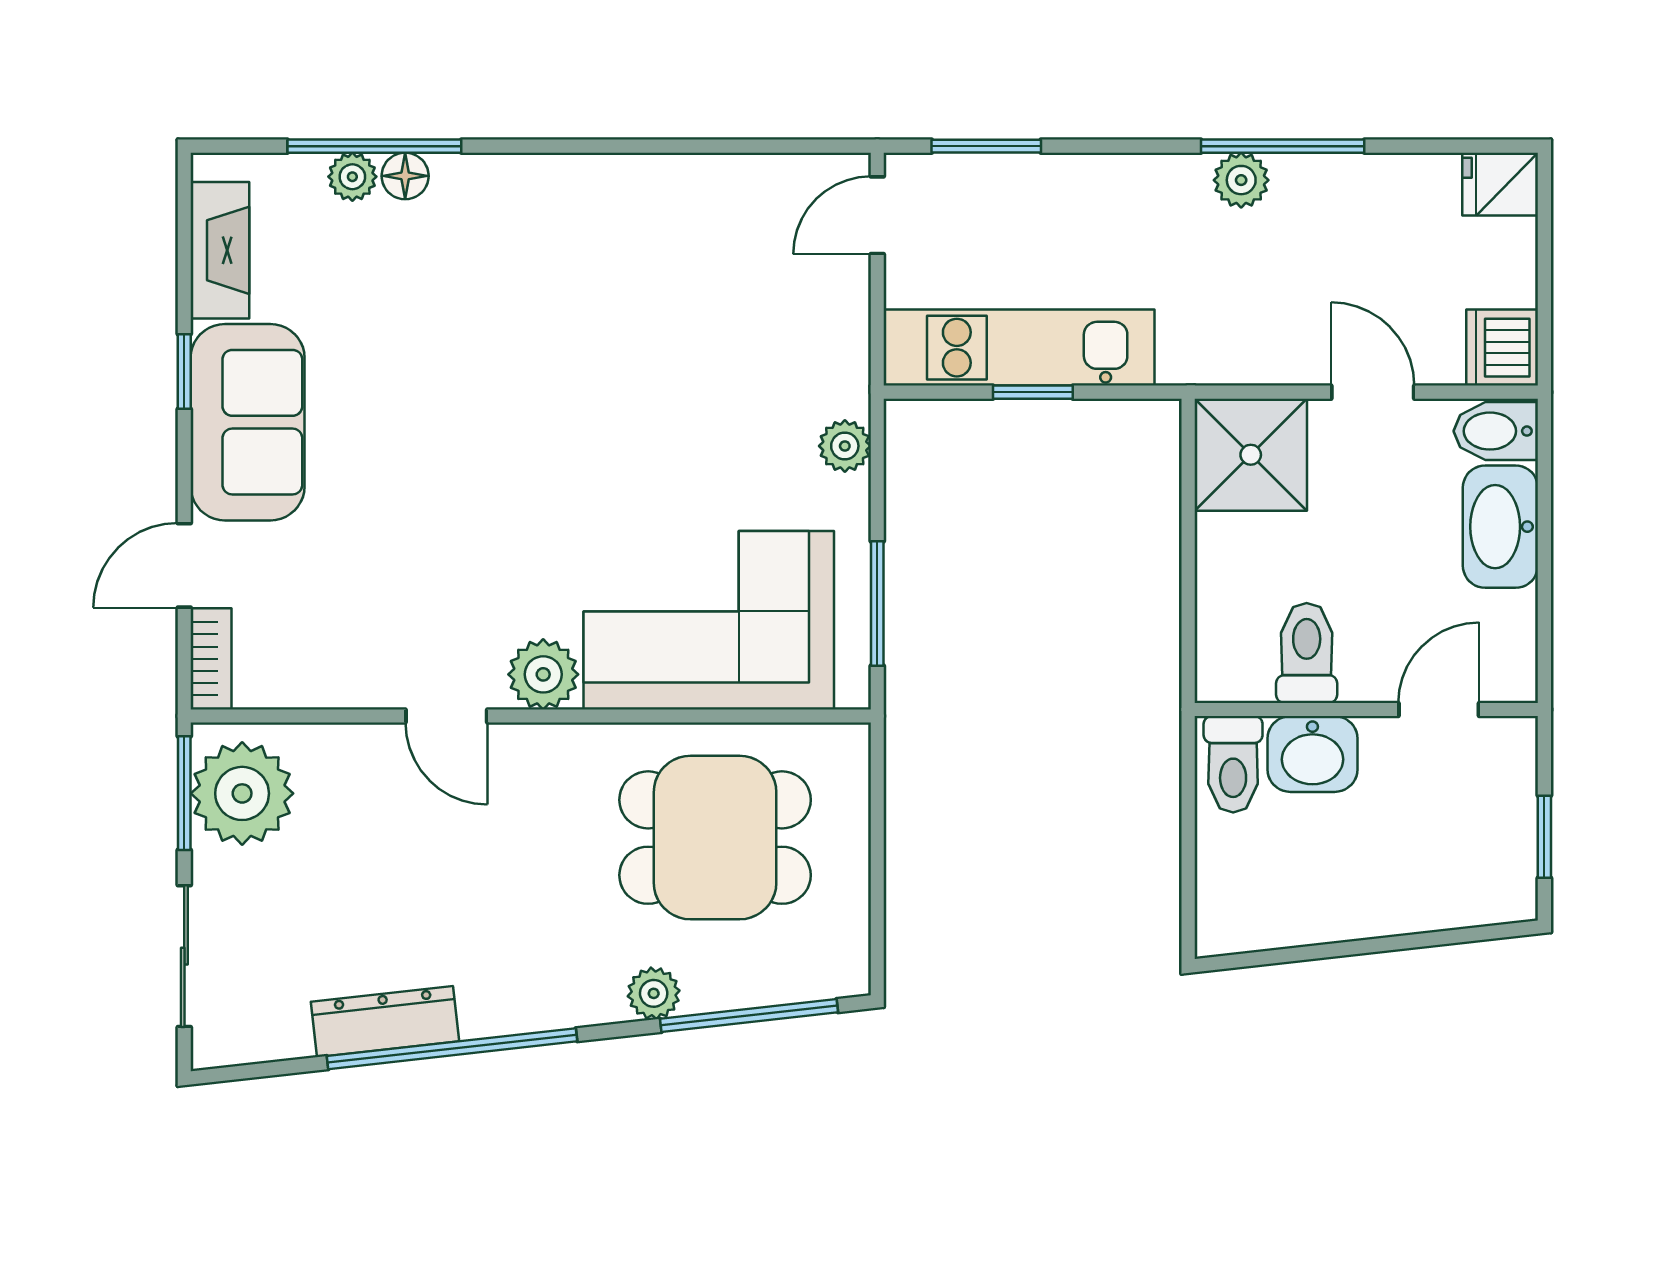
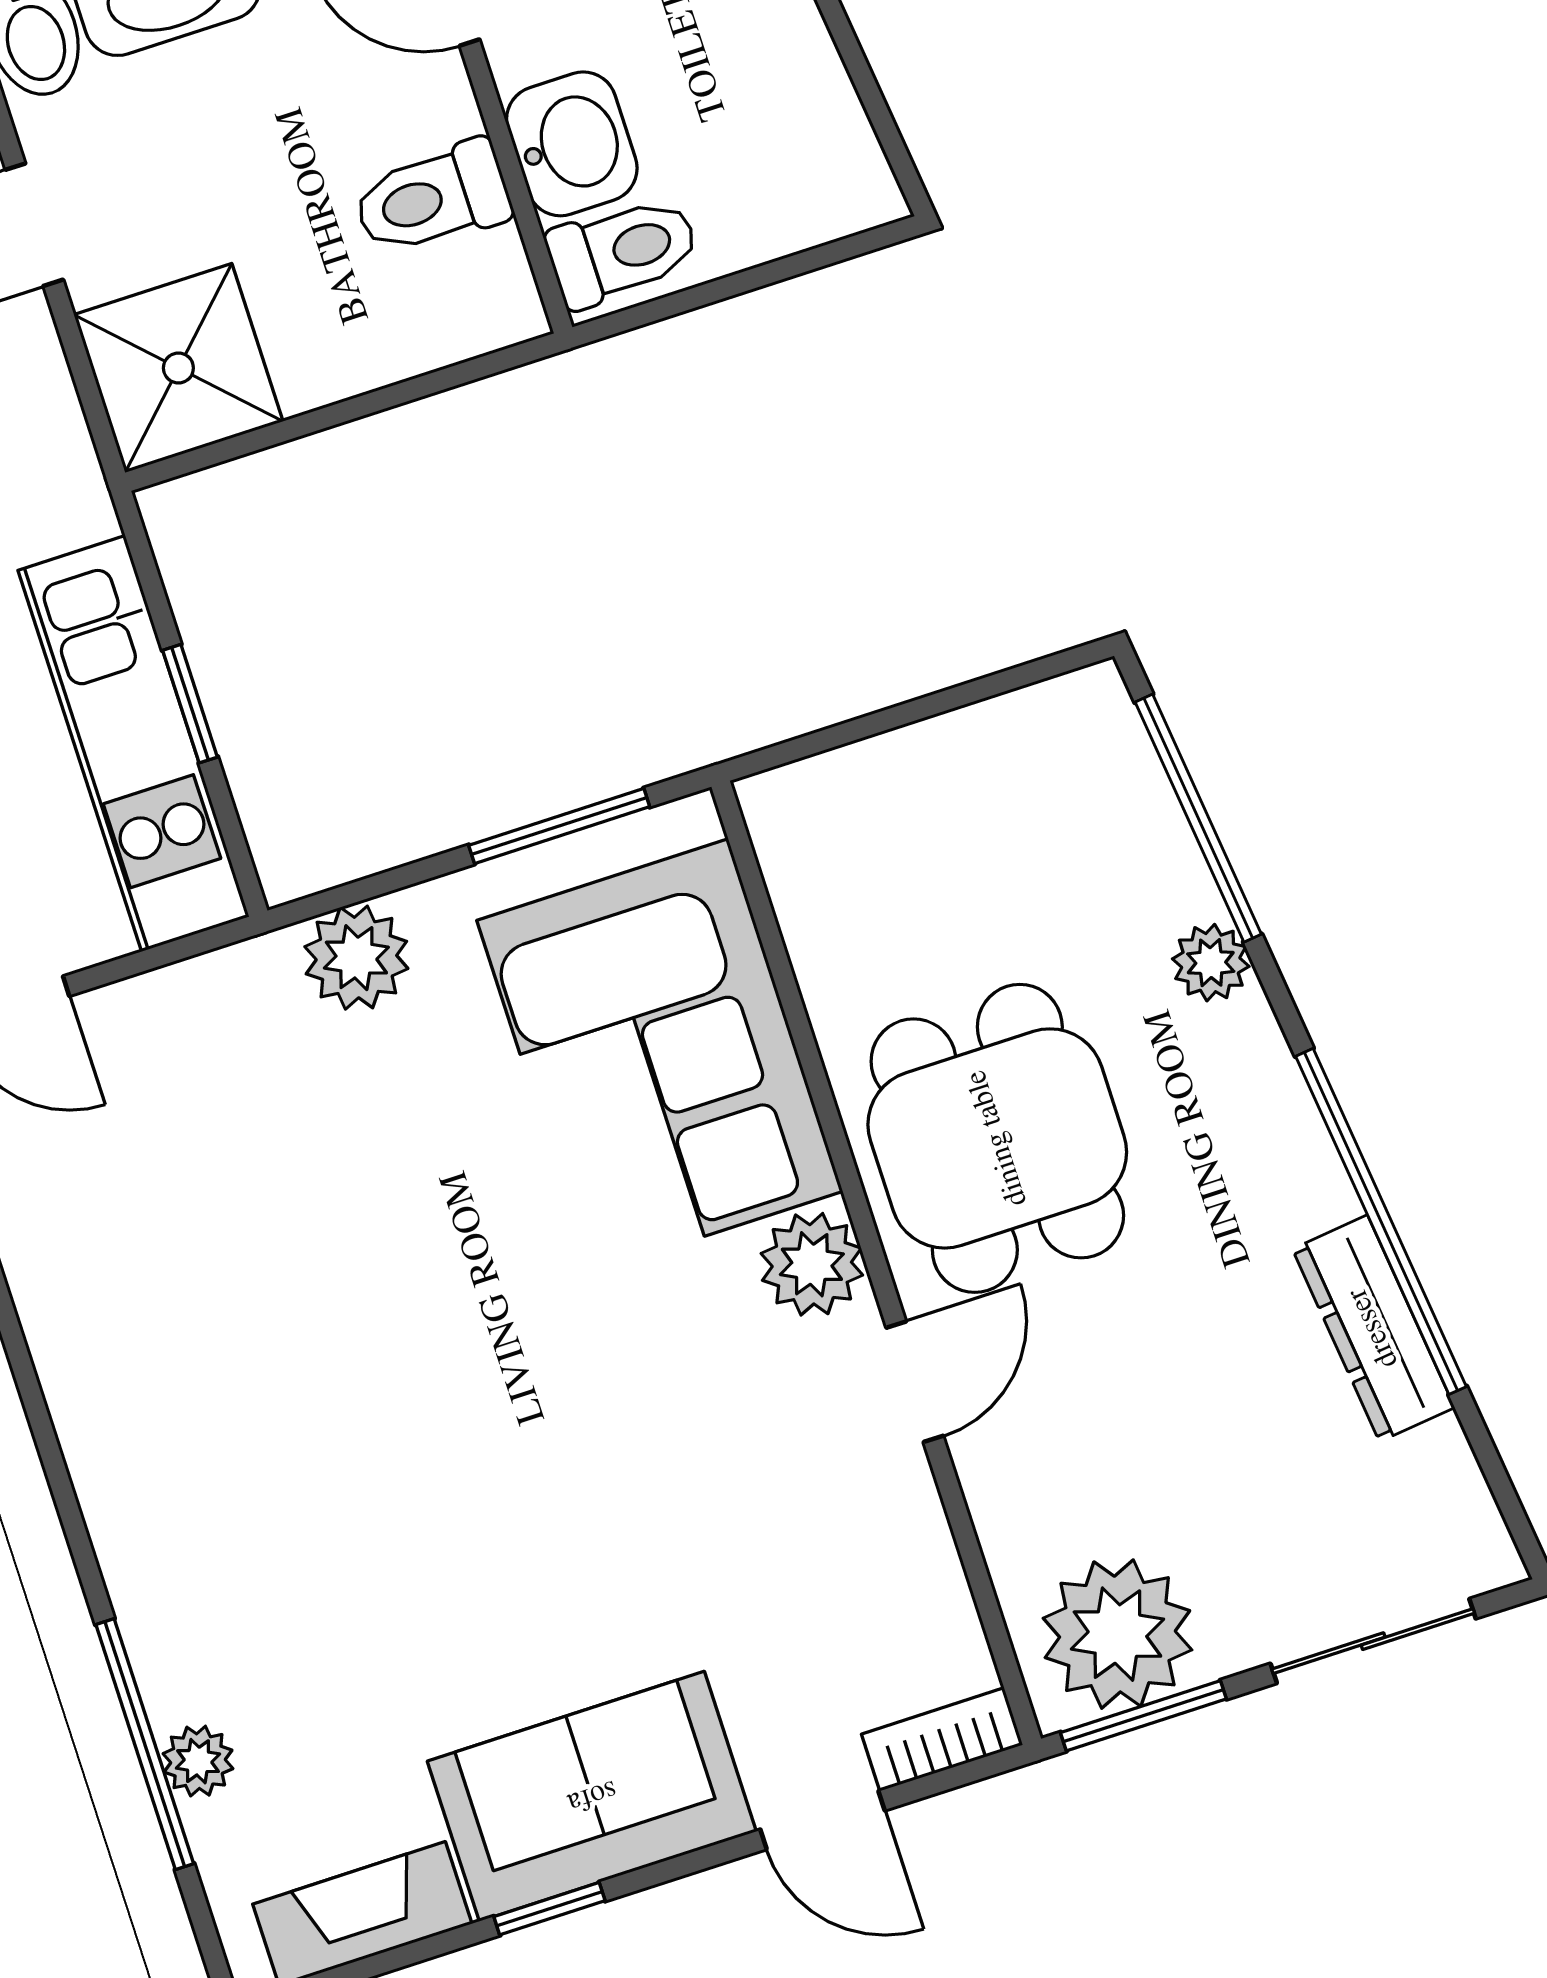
floor lamp: (405, 176) -> (173, 1687), removed
plant: (845, 446) -> (356, 958), width x1.38, depth x1.38
dining table: (715, 838) -> (997, 1138), moved

